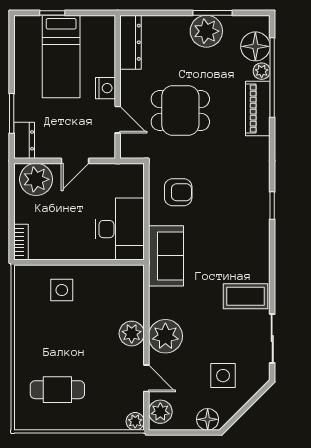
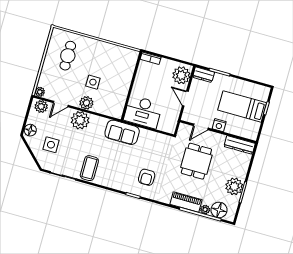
armchair: (178, 192) -> (147, 177), moved
side table: (62, 290) -> (93, 82), moved

